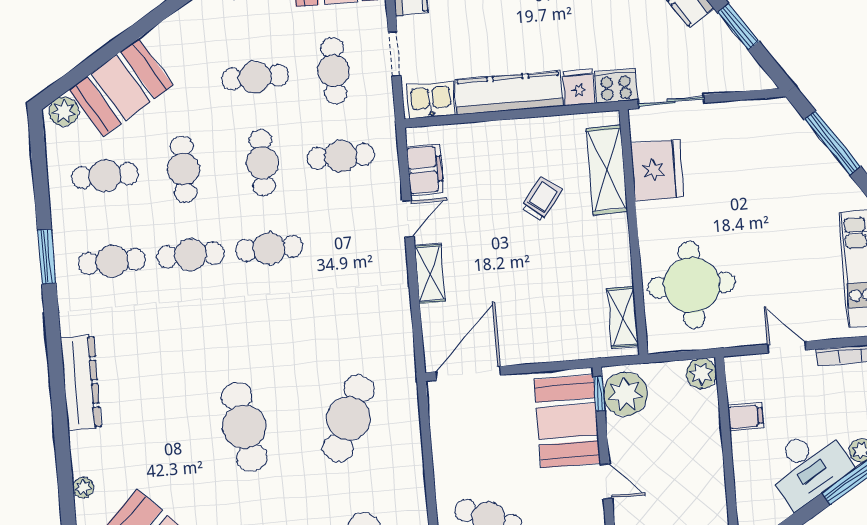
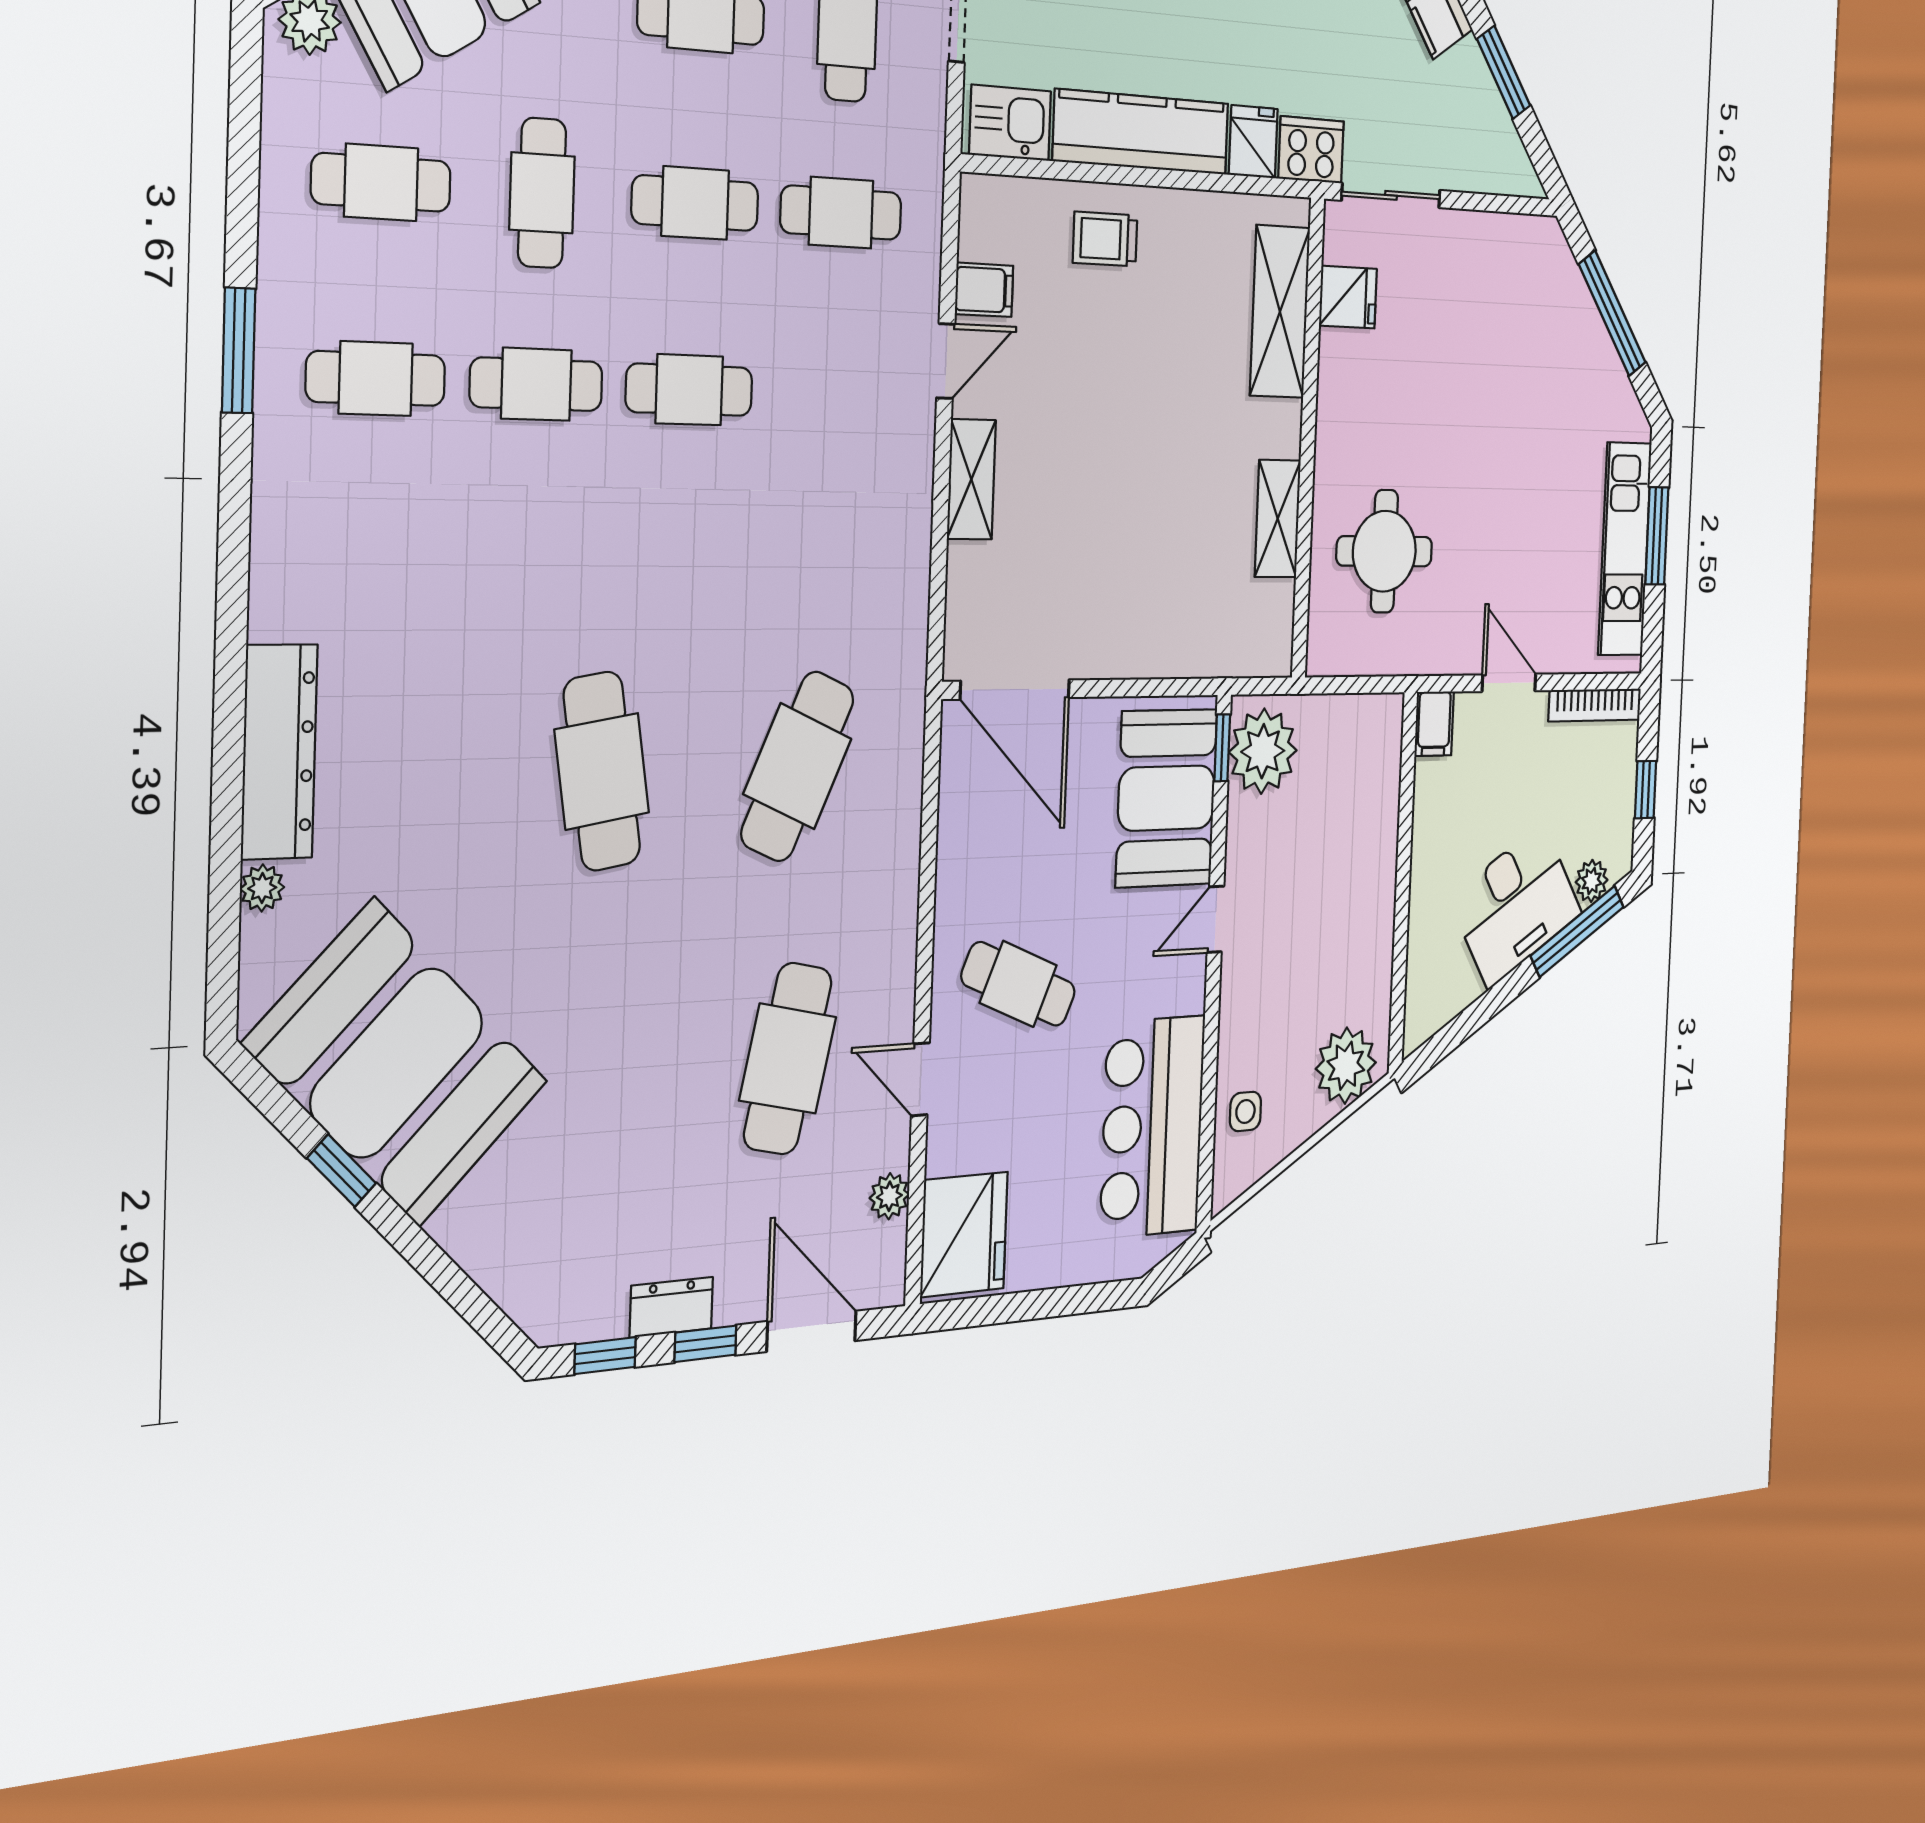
cafe table: (262, 163) -> (695, 203), turned 90
filing cabinet: (425, 170) -> (984, 290), width x0.50
fridge: (657, 170) -> (1348, 297), width x0.53, depth x0.75
trolley: (542, 199) -> (1105, 239), moved, turned -128
round table: (692, 285) -> (1384, 551), width x0.73, depth x0.73
shelving: (623, 317) -> (1278, 519), moved
door: (468, 373) -> (1015, 689), swing flipped
plant: (701, 374) -> (1381, 721), removed
dresser: (81, 383) -> (279, 752), moved
filing cabinet: (746, 417) -> (1434, 724), moved, turned 90
door: (606, 481) -> (1215, 919), swing flipped

